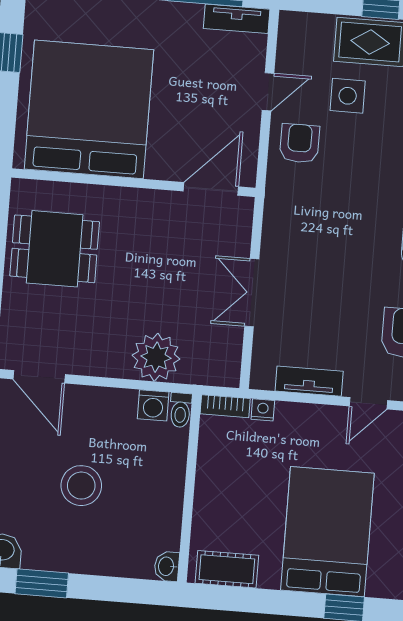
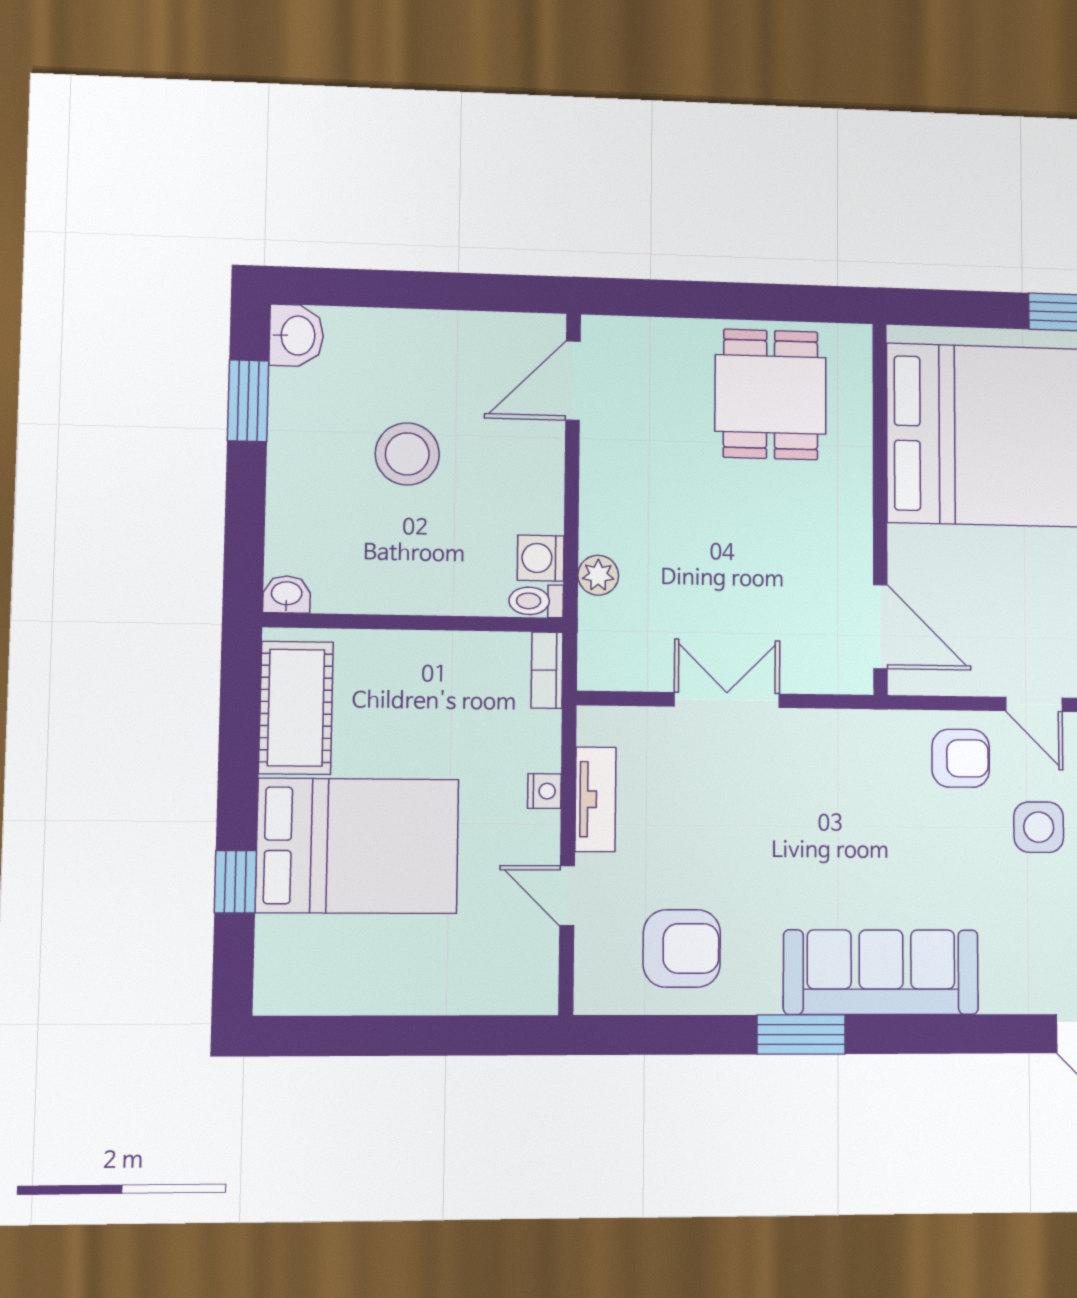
plant: (156, 357) -> (598, 575), width x0.53, depth x0.53
nightstand: (263, 410) -> (544, 791), moved
cot: (227, 569) -> (296, 708), width x1.37, depth x1.34

